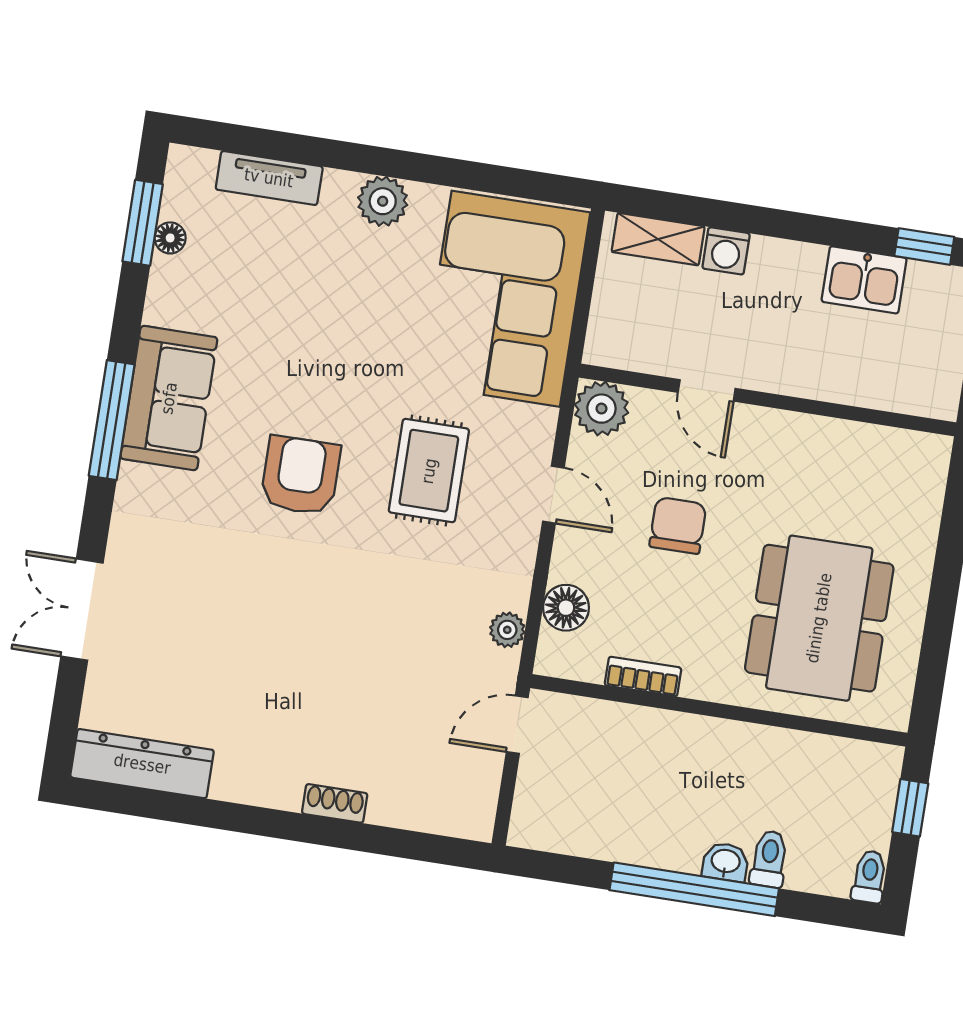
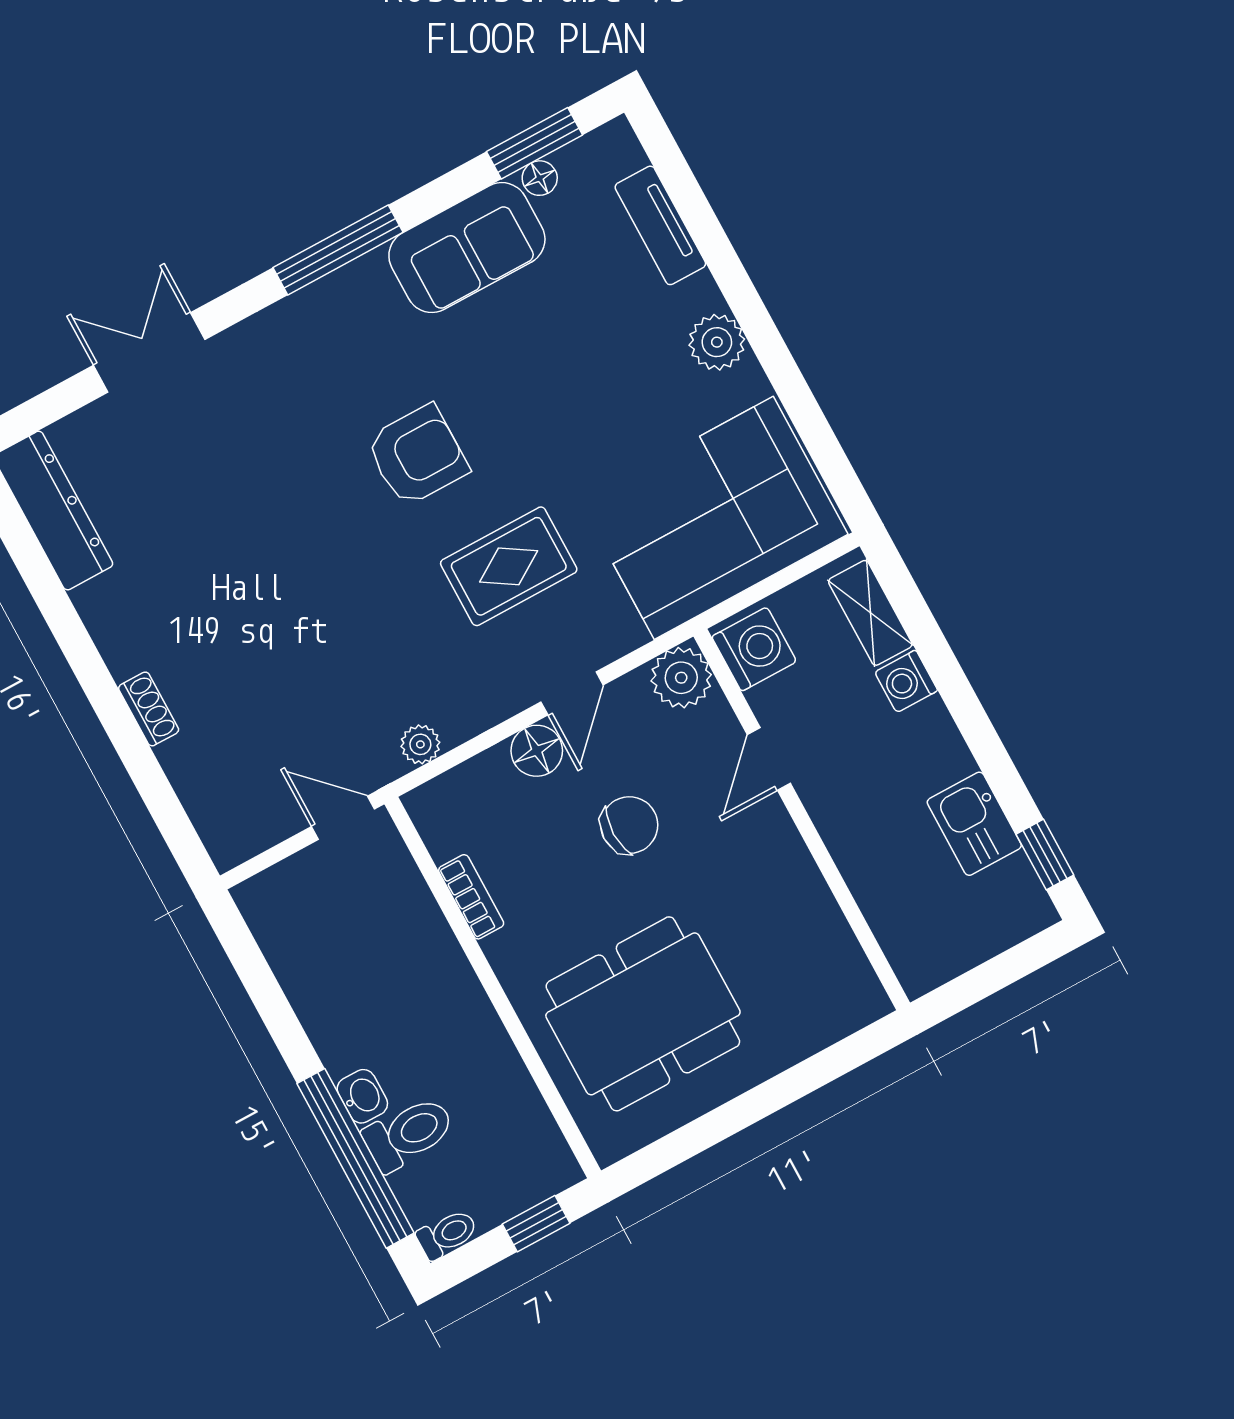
washing machine: (621, 341) -> (754, 649), added
sofa: (169, 398) -> (467, 248), moved
floor lamp: (566, 608) -> (537, 751), moved
toilet: (769, 859) -> (409, 1134), width x1.37, depth x1.39
window: (694, 889) -> (355, 1158), moved

